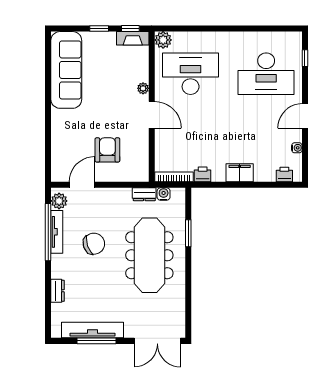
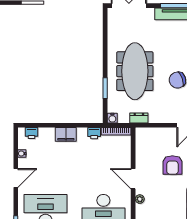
armchair: (107, 150) -> (172, 165), moved
water cooler: (164, 194) -> (112, 118), moved

